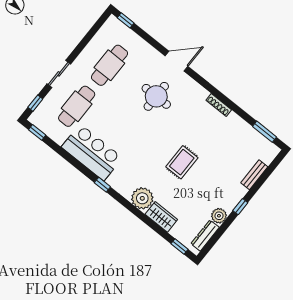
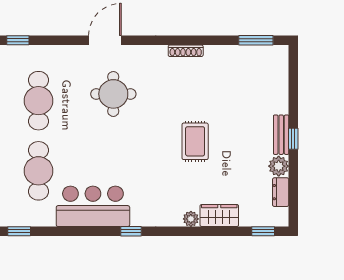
bench: (254, 175) -> (281, 135), moved
plant: (142, 198) -> (191, 219), width x0.53, depth x0.53
dresser: (205, 236) -> (281, 192), width x0.70

